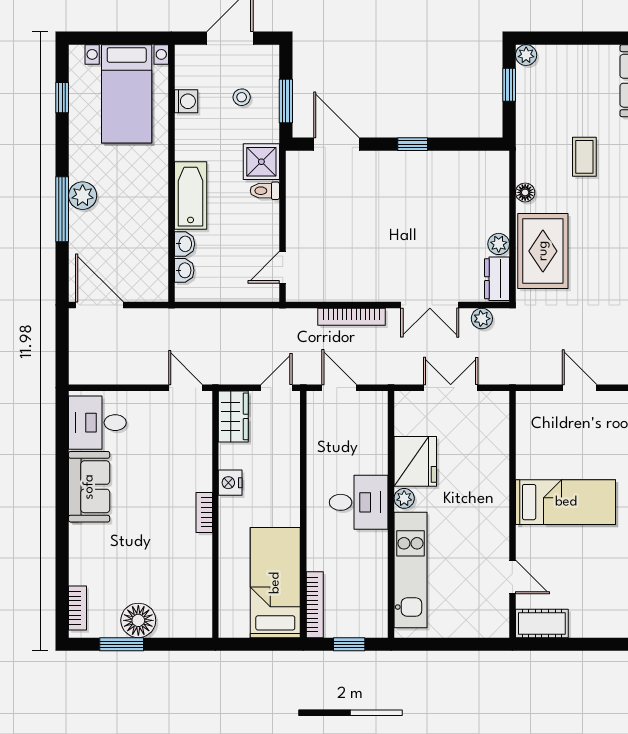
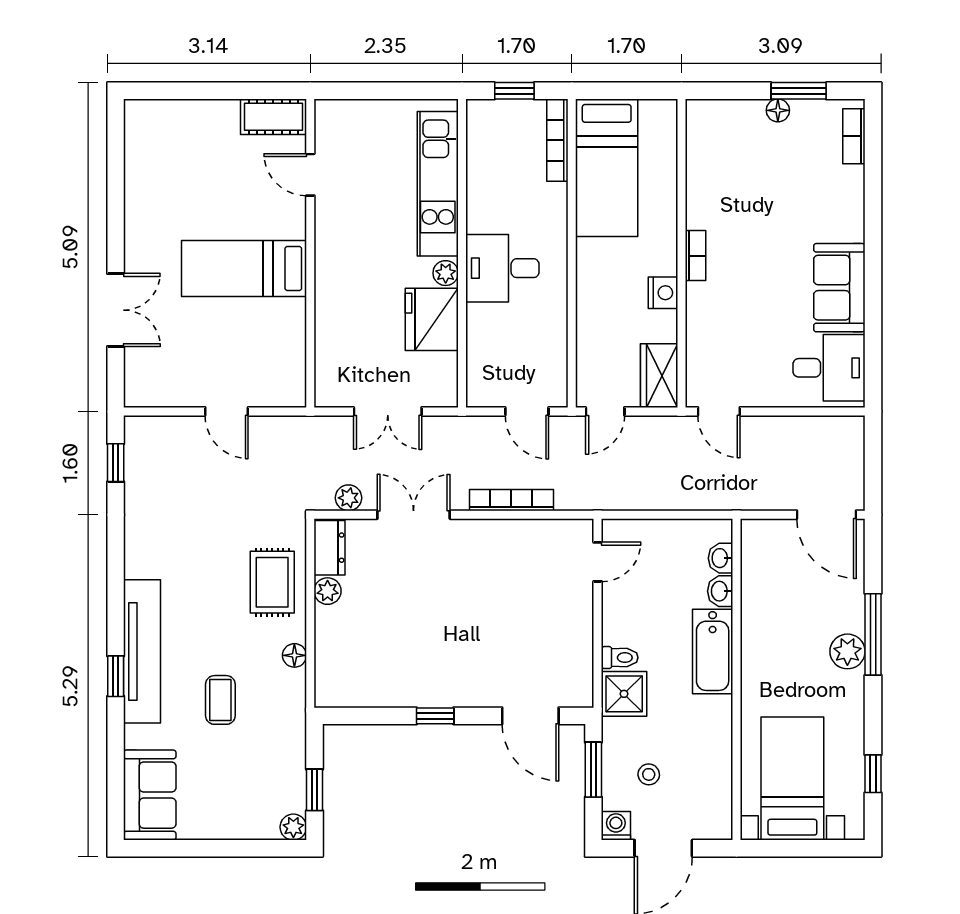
washing machine: (186, 101) -> (616, 826), moved, turned 90
rug: (543, 251) -> (272, 582), width x0.73, depth x0.70
floor lamp: (138, 620) -> (778, 110), width x0.53, depth x0.53

